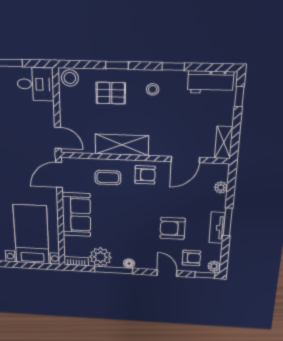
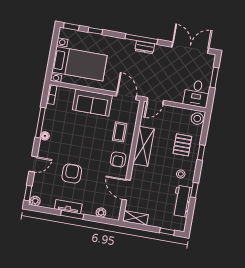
workbench: (210, 82) -> (182, 201), moved
plant: (100, 257) -> (53, 114), removed
armchair: (191, 258) -> (44, 185), removed

